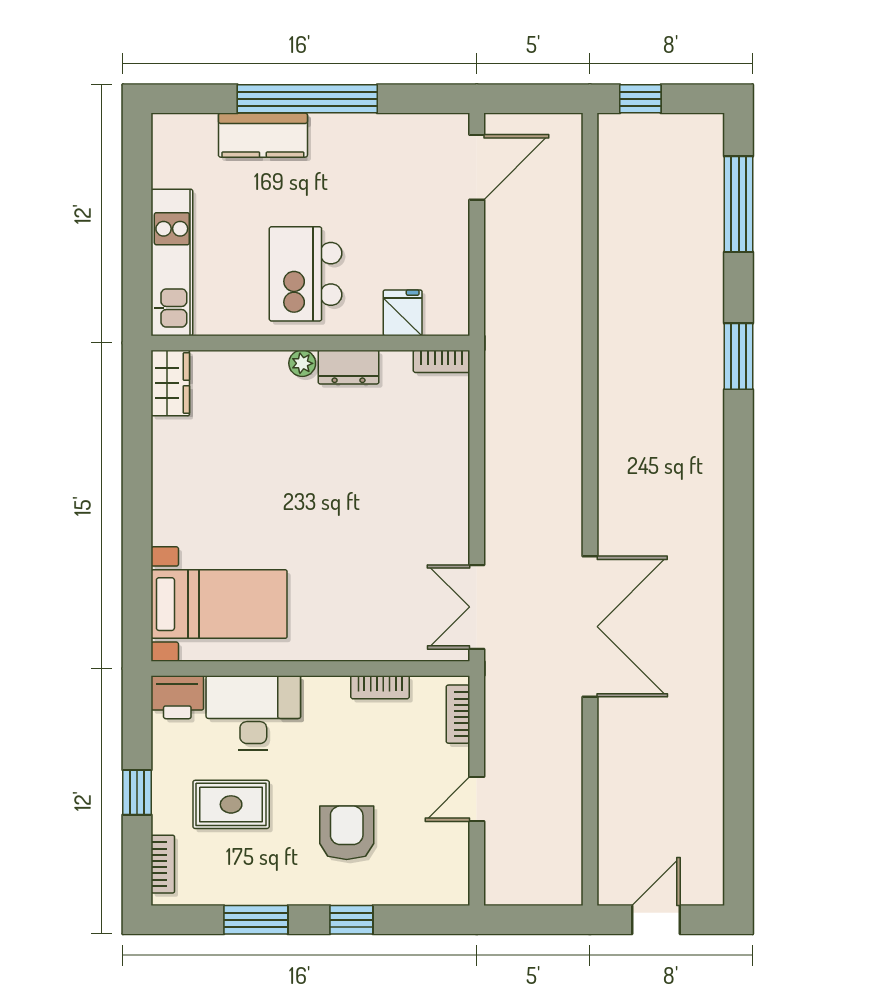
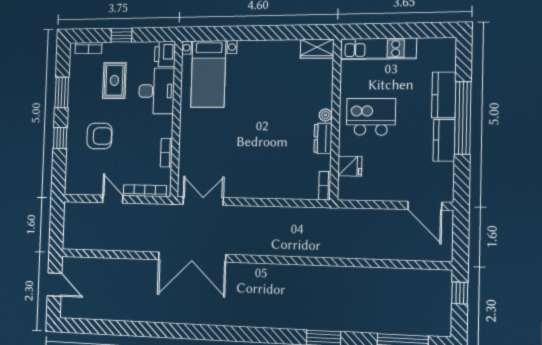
kitchen counter: (350, 133) -> (444, 140), added
bookcase: (458, 714) -> (145, 191), width x1.56

